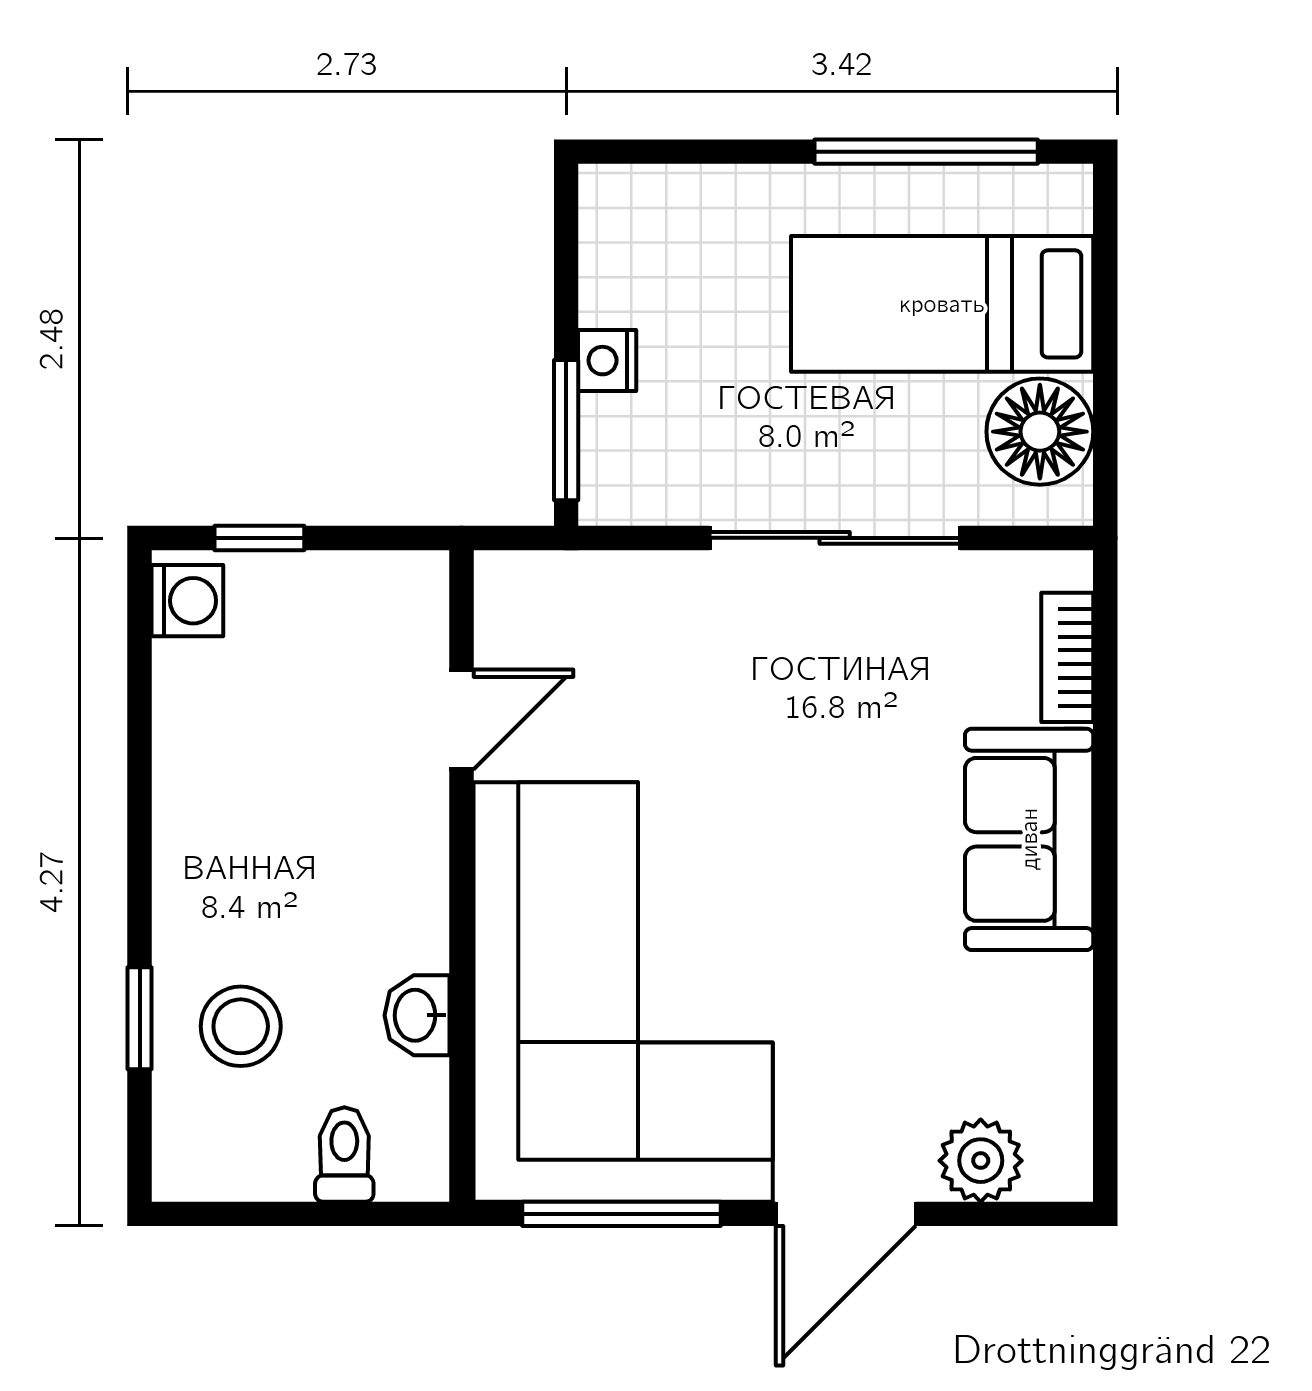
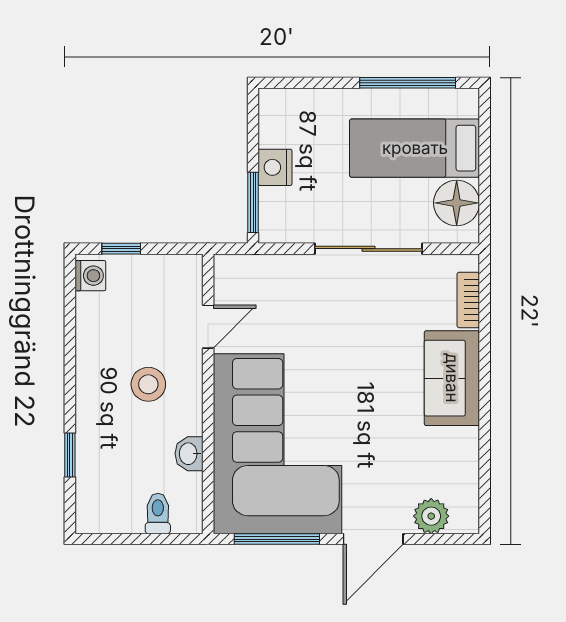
nightstand: (607, 361) -> (275, 167), width x1.39, depth x1.35
stool: (241, 1026) -> (148, 384), moved

